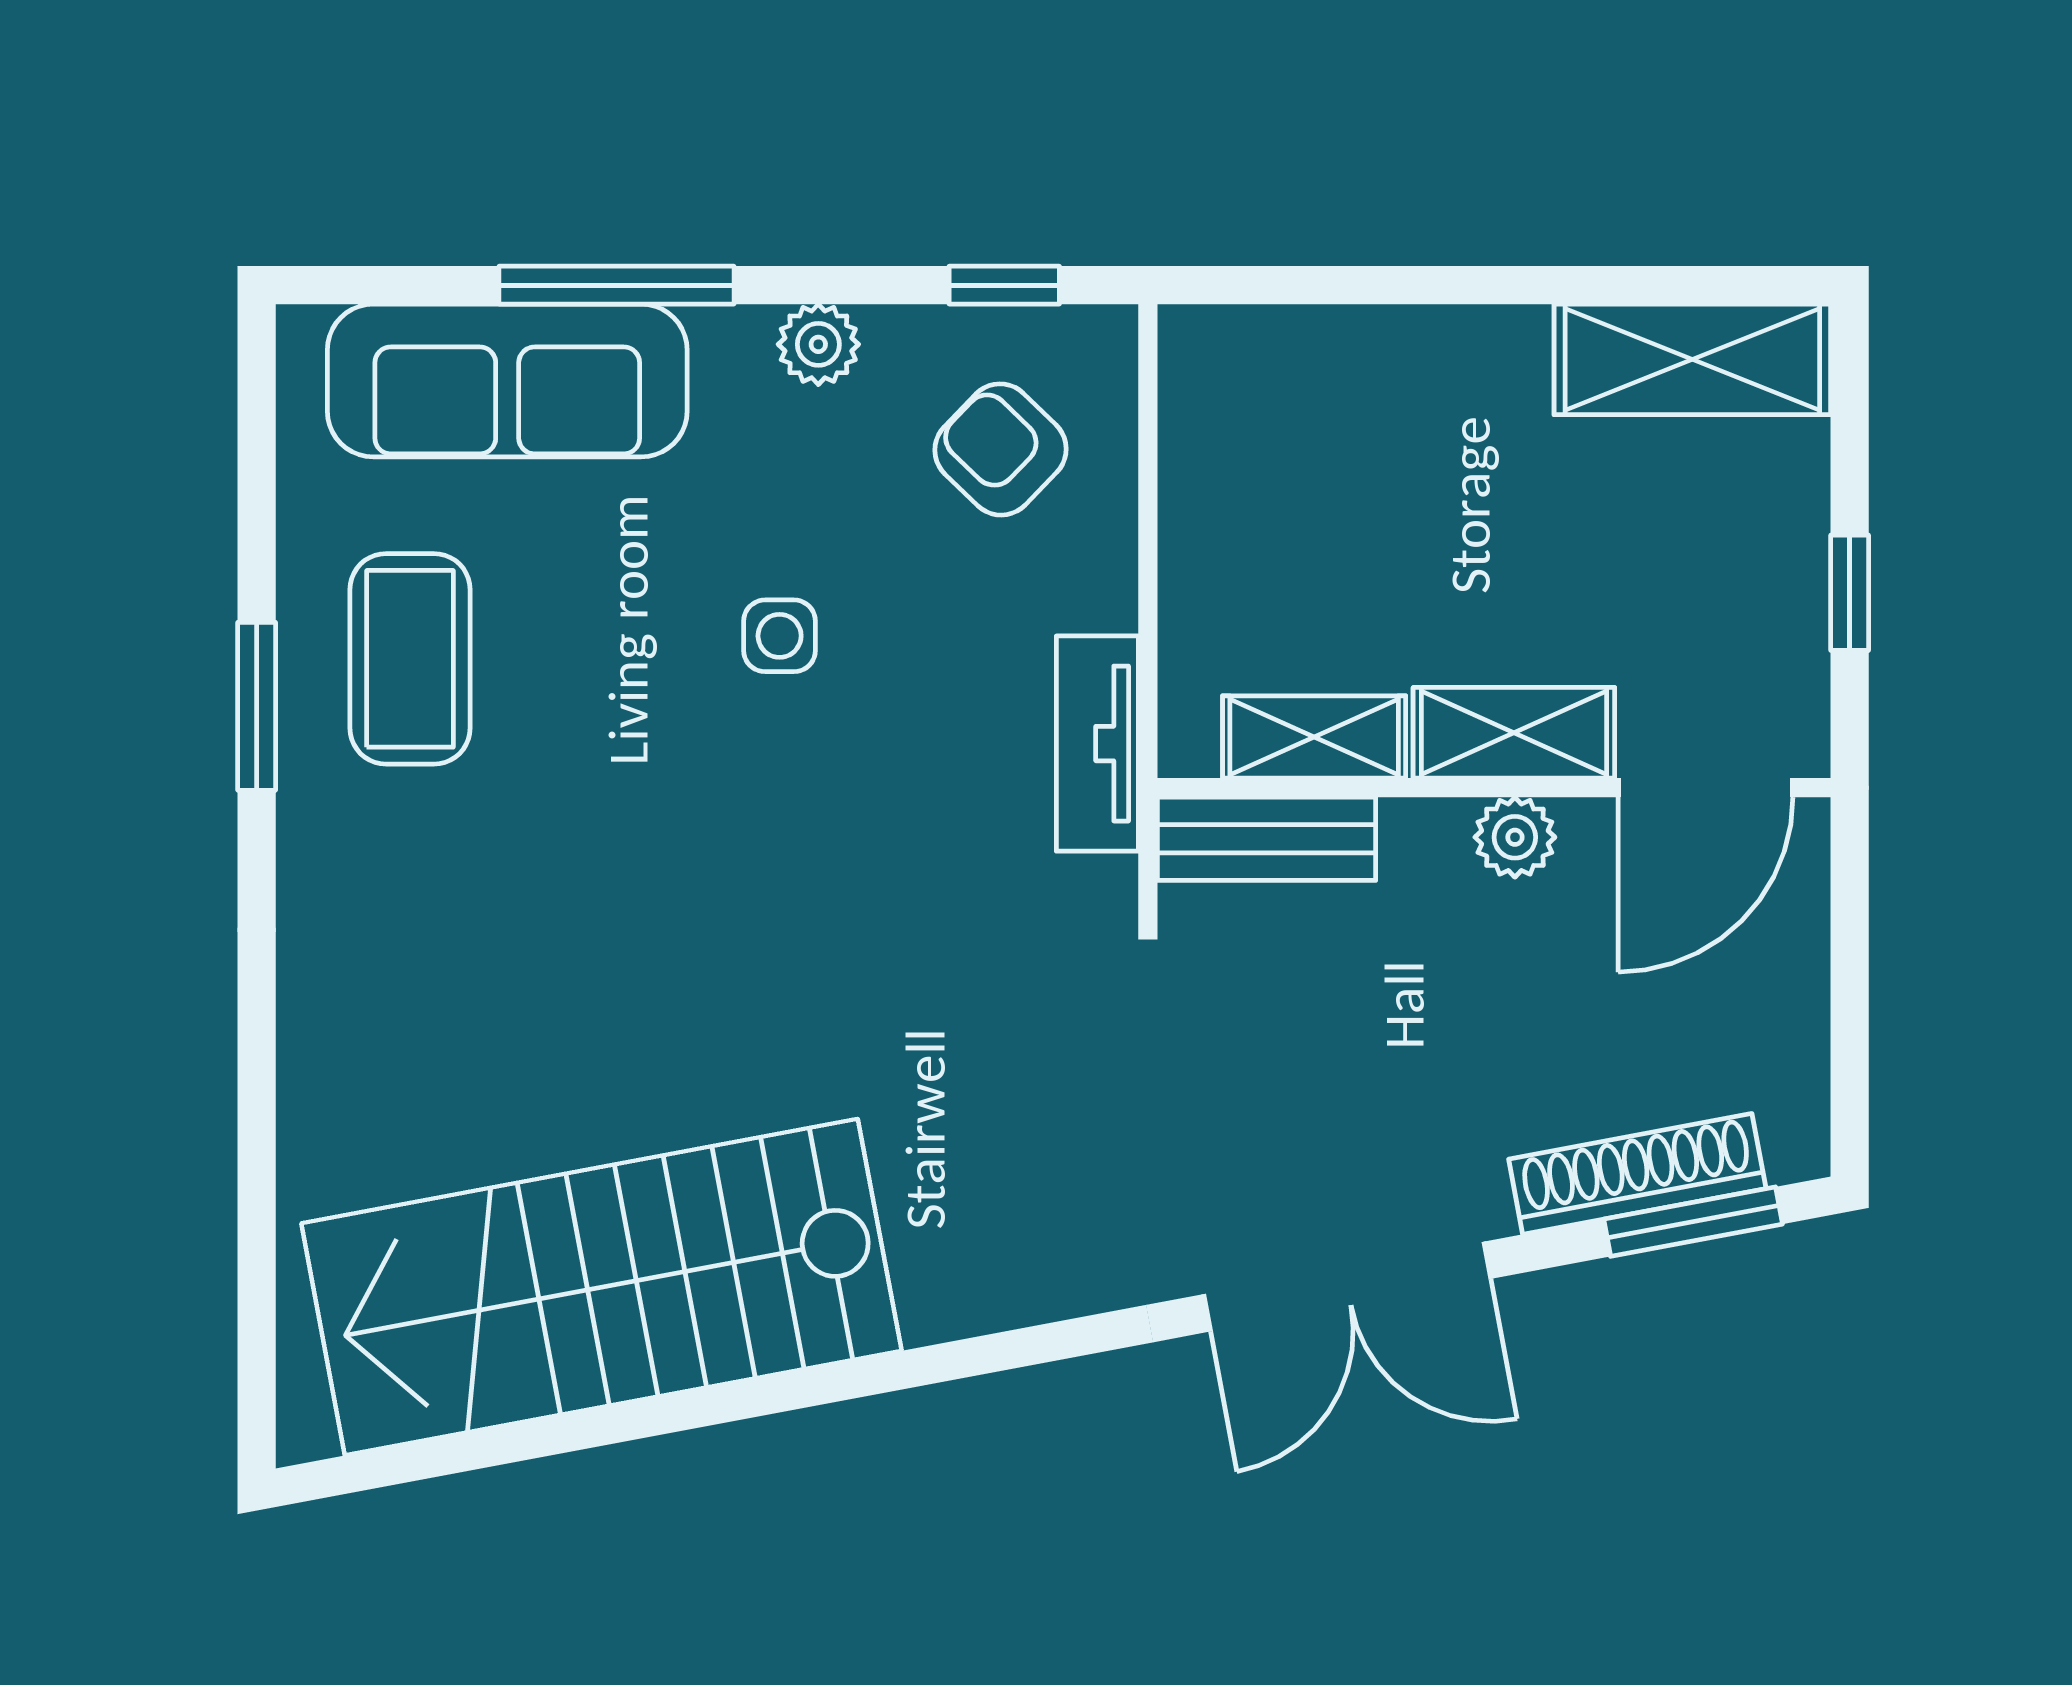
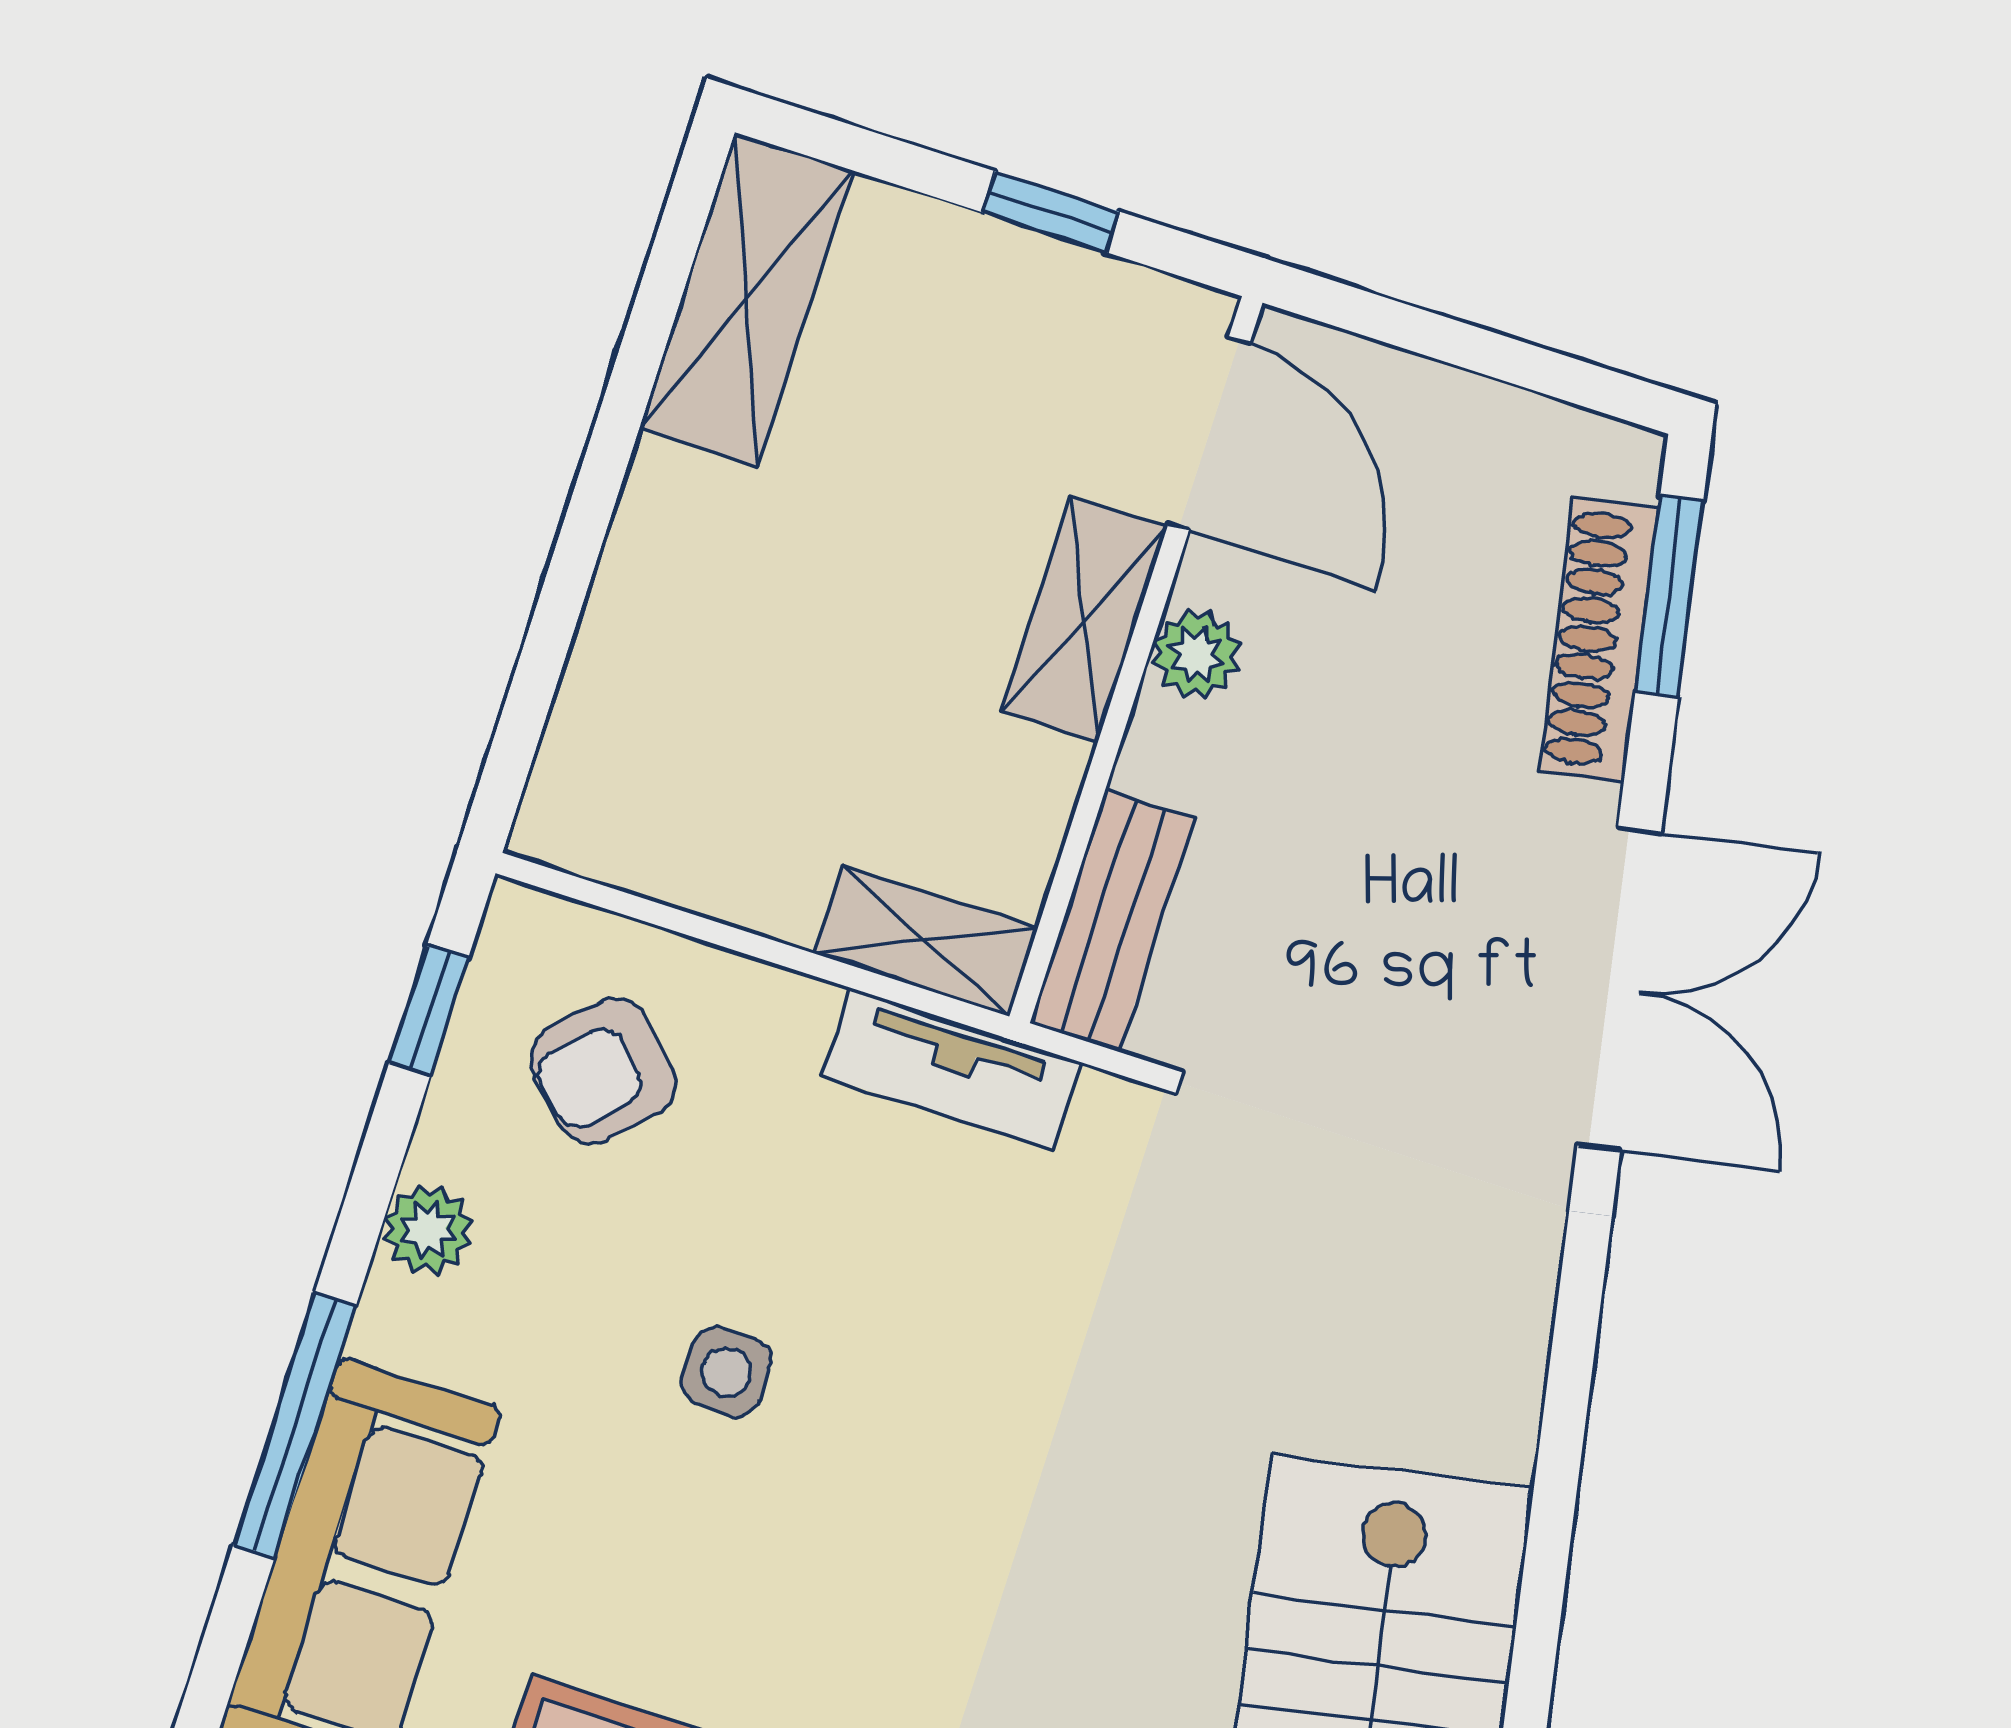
shelving: (1314, 737) -> (926, 941), moved, turned 90

